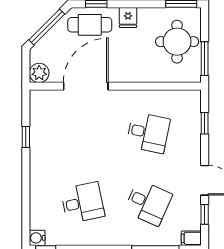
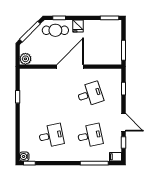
round table: (177, 42) -> (107, 40), removed
door: (86, 86) -> (70, 67), moved
desk: (148, 133) -> (90, 94), turned -30
desk: (148, 203) -> (90, 136), turned -36

